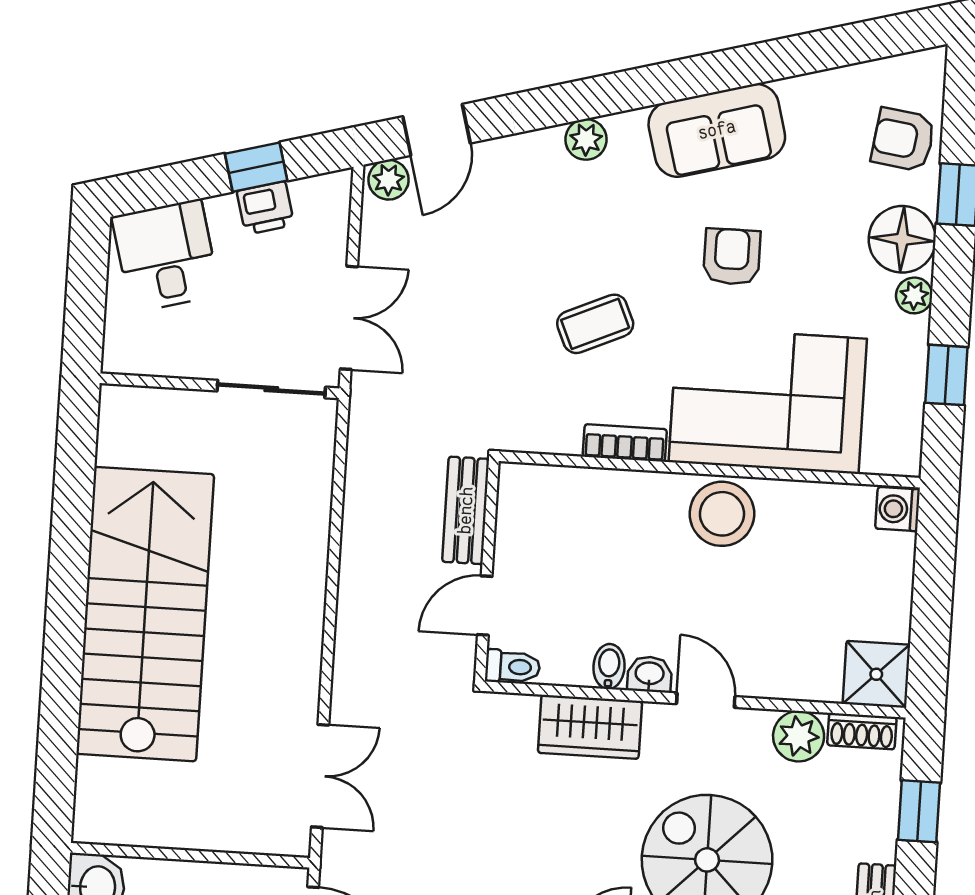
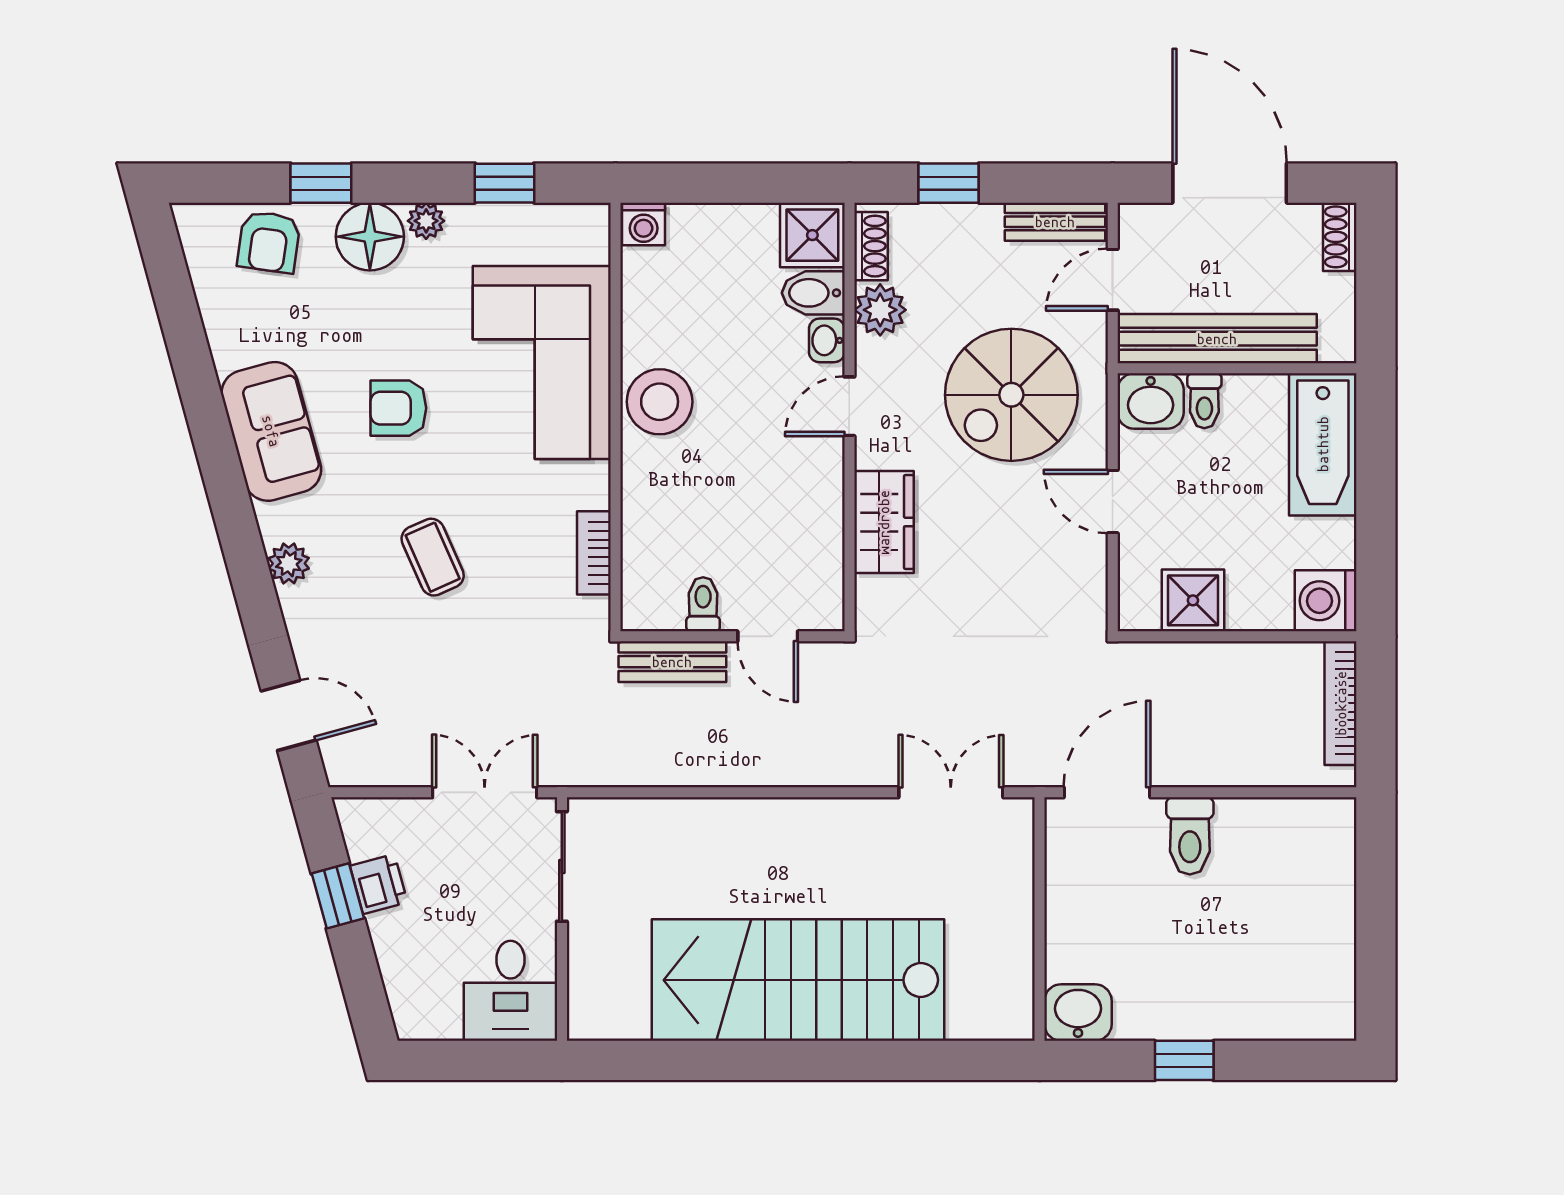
plant: (389, 180) -> (342, 761), removed
desk: (166, 256) -> (511, 991), moved, turned -75
coffee table: (595, 324) -> (433, 557), moved
bookcase: (625, 443) -> (594, 553), moved
bidet: (609, 666) -> (813, 293), moved, width x1.38, depth x1.36
toilet: (513, 667) -> (703, 604), moved
washbasin: (650, 674) -> (827, 340), moved

